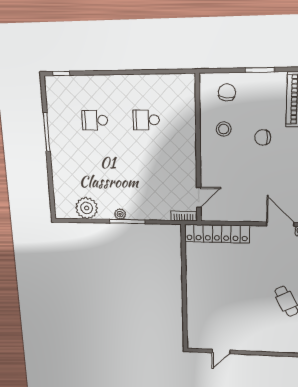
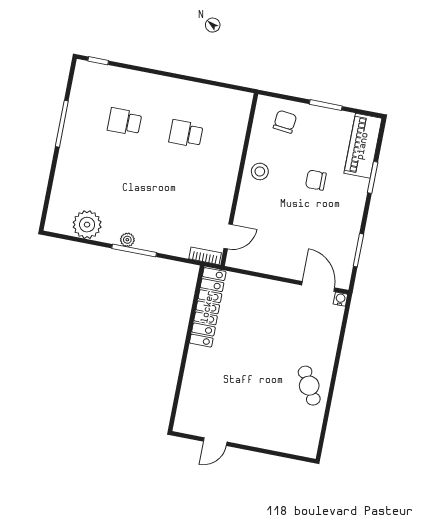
stool: (224, 129) -> (260, 171), moved
locker: (217, 234) -> (208, 307), moved, turned -90

